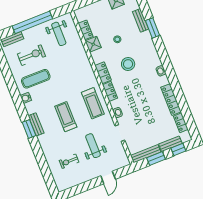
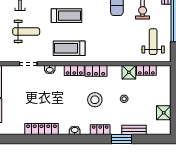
weight bench: (59, 34) -> (153, 42), turned 90
locker: (181, 123) -> (100, 130), moved

